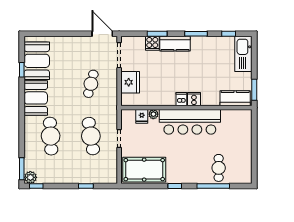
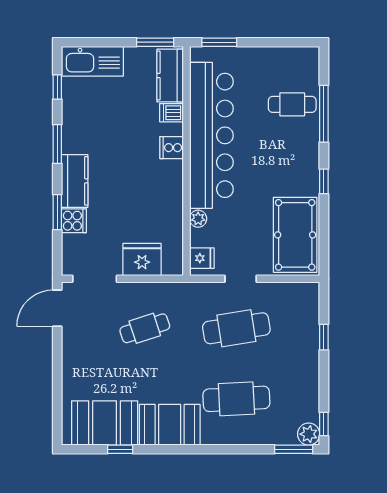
cafe table: (91, 84) -> (145, 328), turned -33
dishwasher: (181, 99) -> (172, 113), moved
fridge: (142, 116) -> (202, 258), moved
bar counter: (190, 122) -> (211, 135), width x1.36
window: (254, 126) -> (219, 42), added

